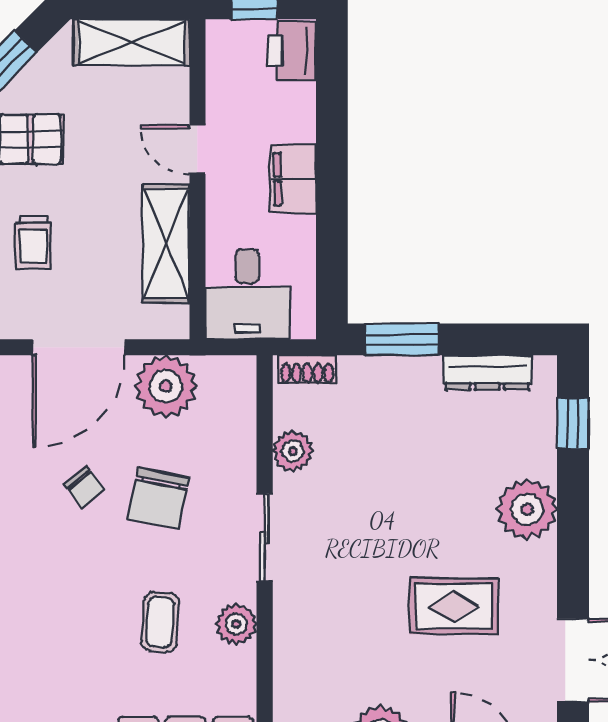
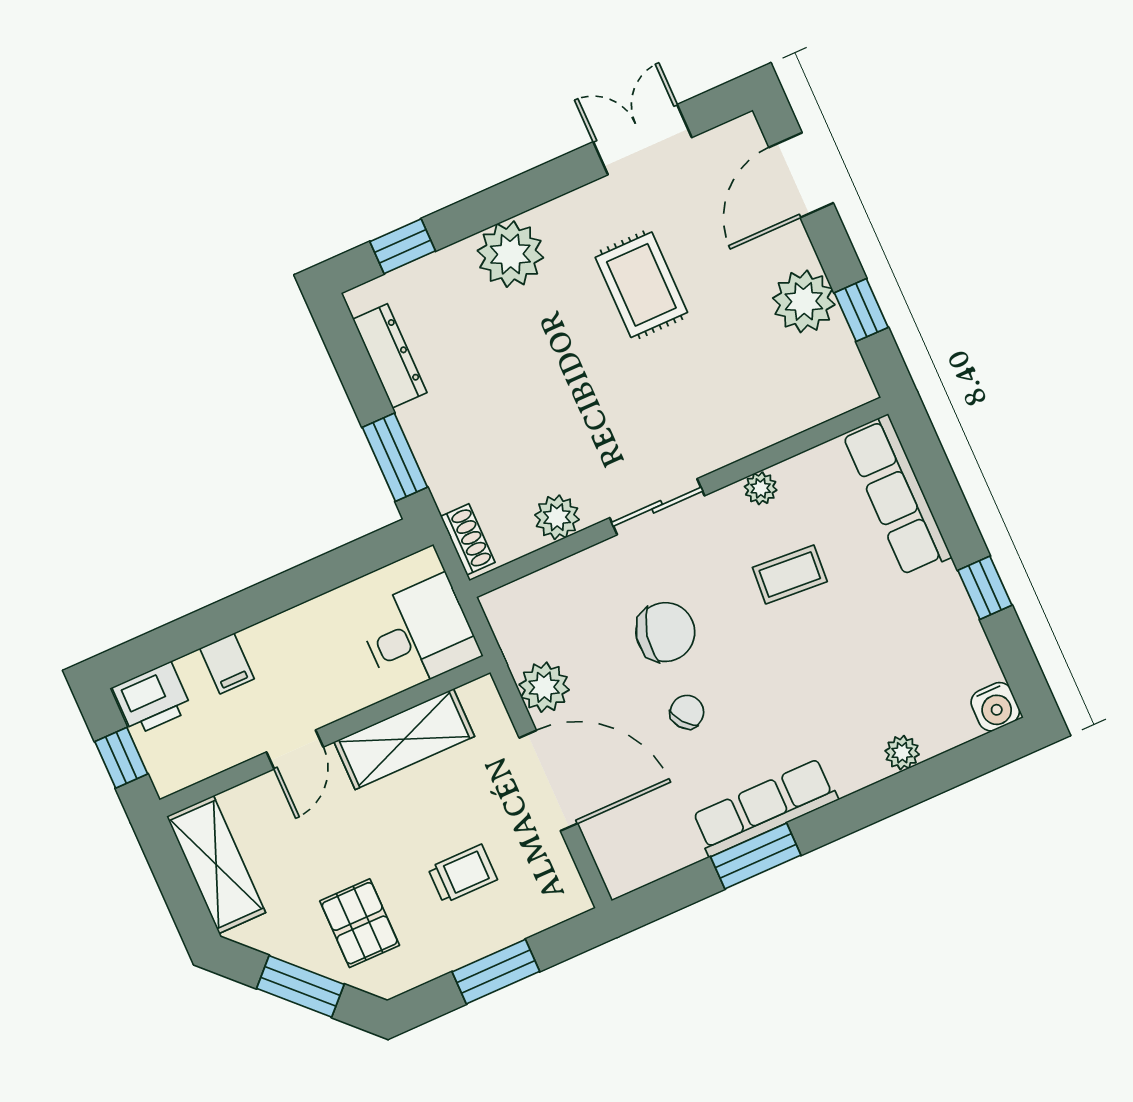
filing cabinet: (293, 179) -> (227, 664), moved, width x0.50
plant: (166, 386) -> (544, 687), width x0.73, depth x0.73
plant: (236, 624) -> (761, 488), width x0.73, depth x0.73

